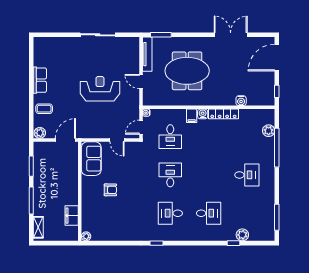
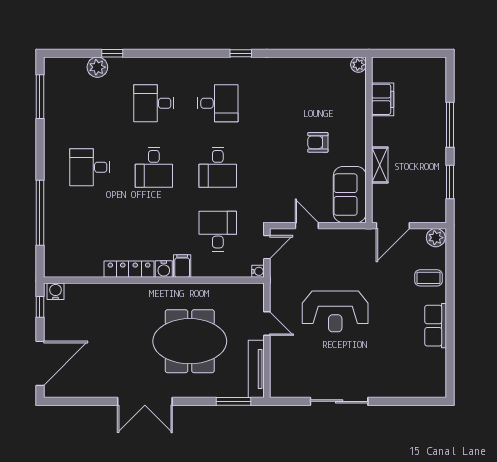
double door: (231, 35) -> (145, 401), moved
water cooler: (241, 101) -> (56, 291), moved
plant: (269, 131) -> (54, 241), removed
desk: (209, 175) -> (154, 167), added
shelving: (38, 227) -> (380, 165), moved

